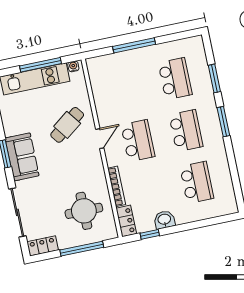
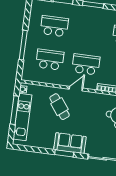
school desk: (186, 131) -> (50, 60), moved
door: (100, 139) -> (76, 89), hinge flipped

